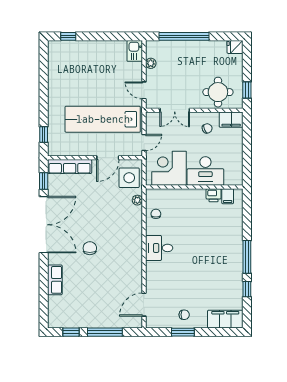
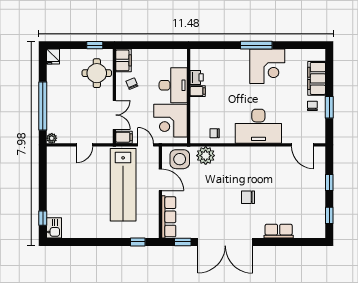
kitchen sink: (135, 51) -> (54, 228), moved, turned -90
plant: (151, 63) -> (52, 138), moved
door: (144, 90) -> (84, 145), moved
filing cabinet: (152, 120) -> (124, 137), added
filing cabinet: (228, 196) -> (198, 91), moved
plant: (137, 200) -> (206, 156), width x1.88, depth x1.88
double door: (44, 225) -> (225, 242), swing flipped
desk: (159, 248) -> (258, 126), width x1.87, depth x1.30
corner desk: (225, 268) -> (267, 66), added
window: (247, 289) -> (288, 45), removed
filing cabinet: (225, 319) -> (317, 78), moved
window: (105, 332) -> (329, 183), width x0.46

